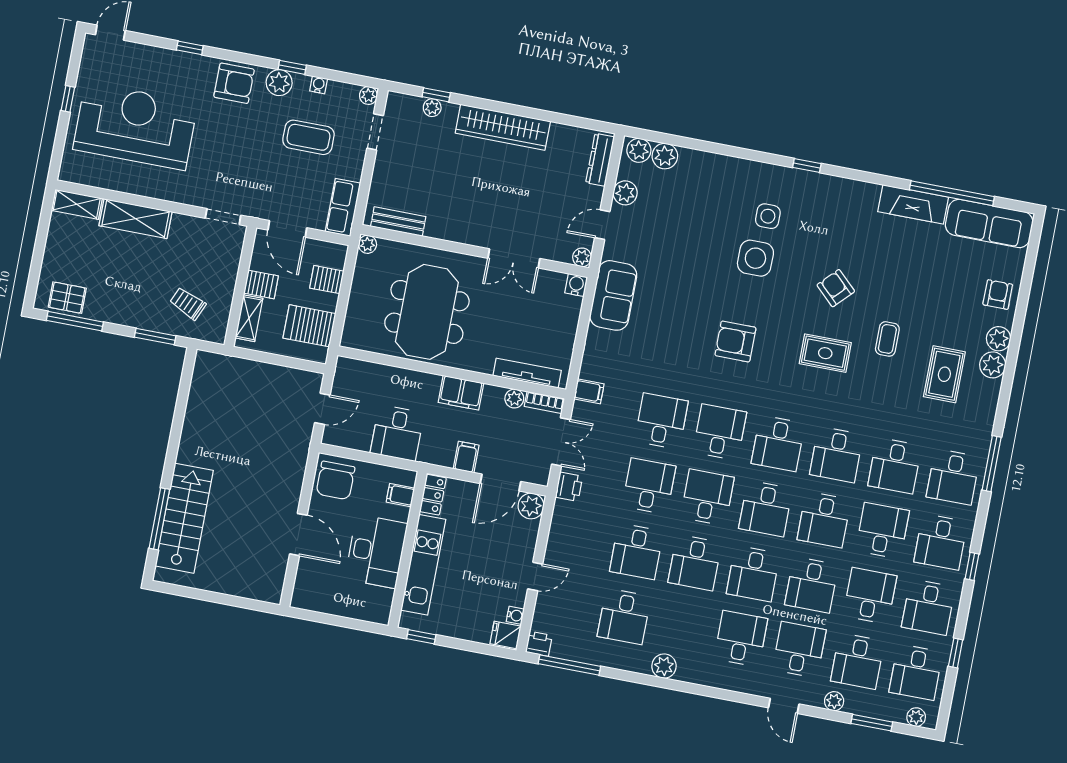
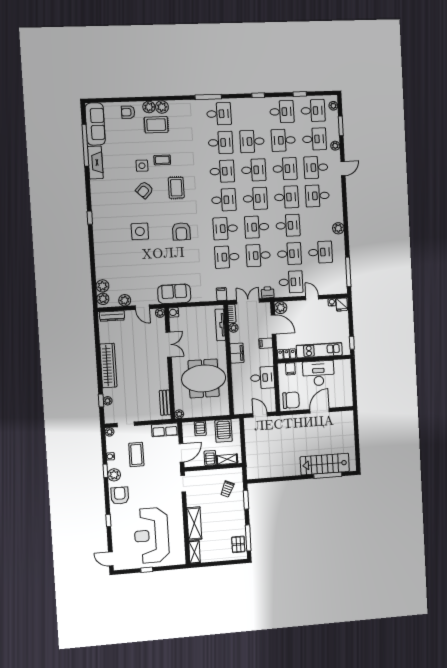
side table: (768, 216) -> (142, 166), moved
rug: (944, 374) -> (156, 125), moved
desk: (941, 542) -> (291, 282), moved
printer: (539, 644) -> (342, 288), removed

